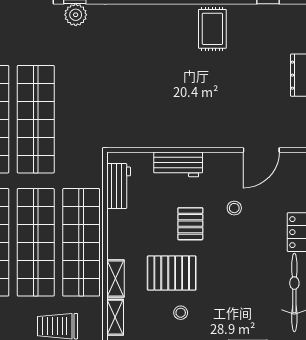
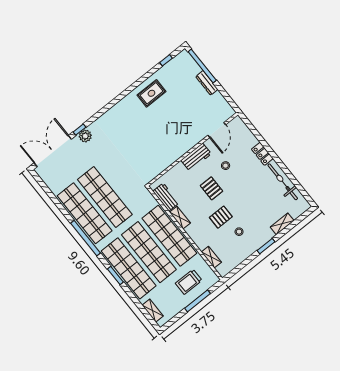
rug: (212, 29) -> (151, 93), turned 90
workbench: (178, 164) -> (196, 157), moved
pallet: (172, 273) -> (221, 217), width x0.67, depth x0.71
shelving: (115, 279) -> (180, 218), moved

